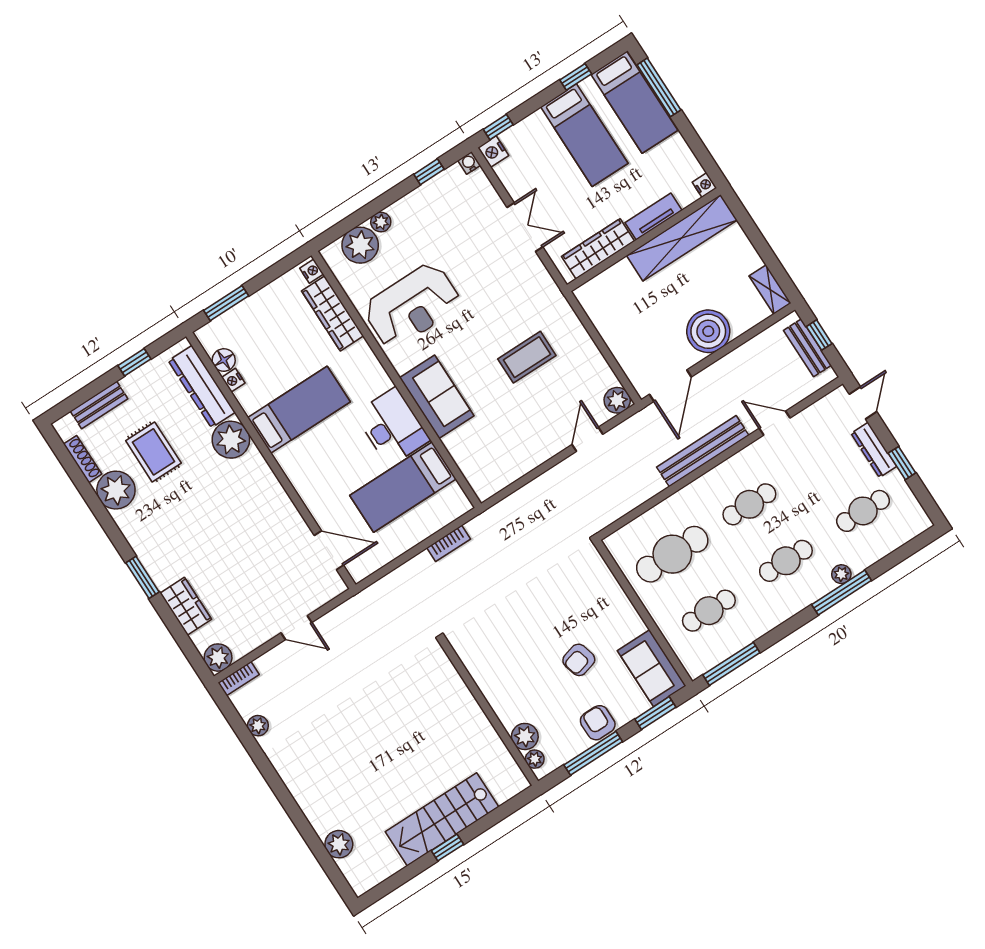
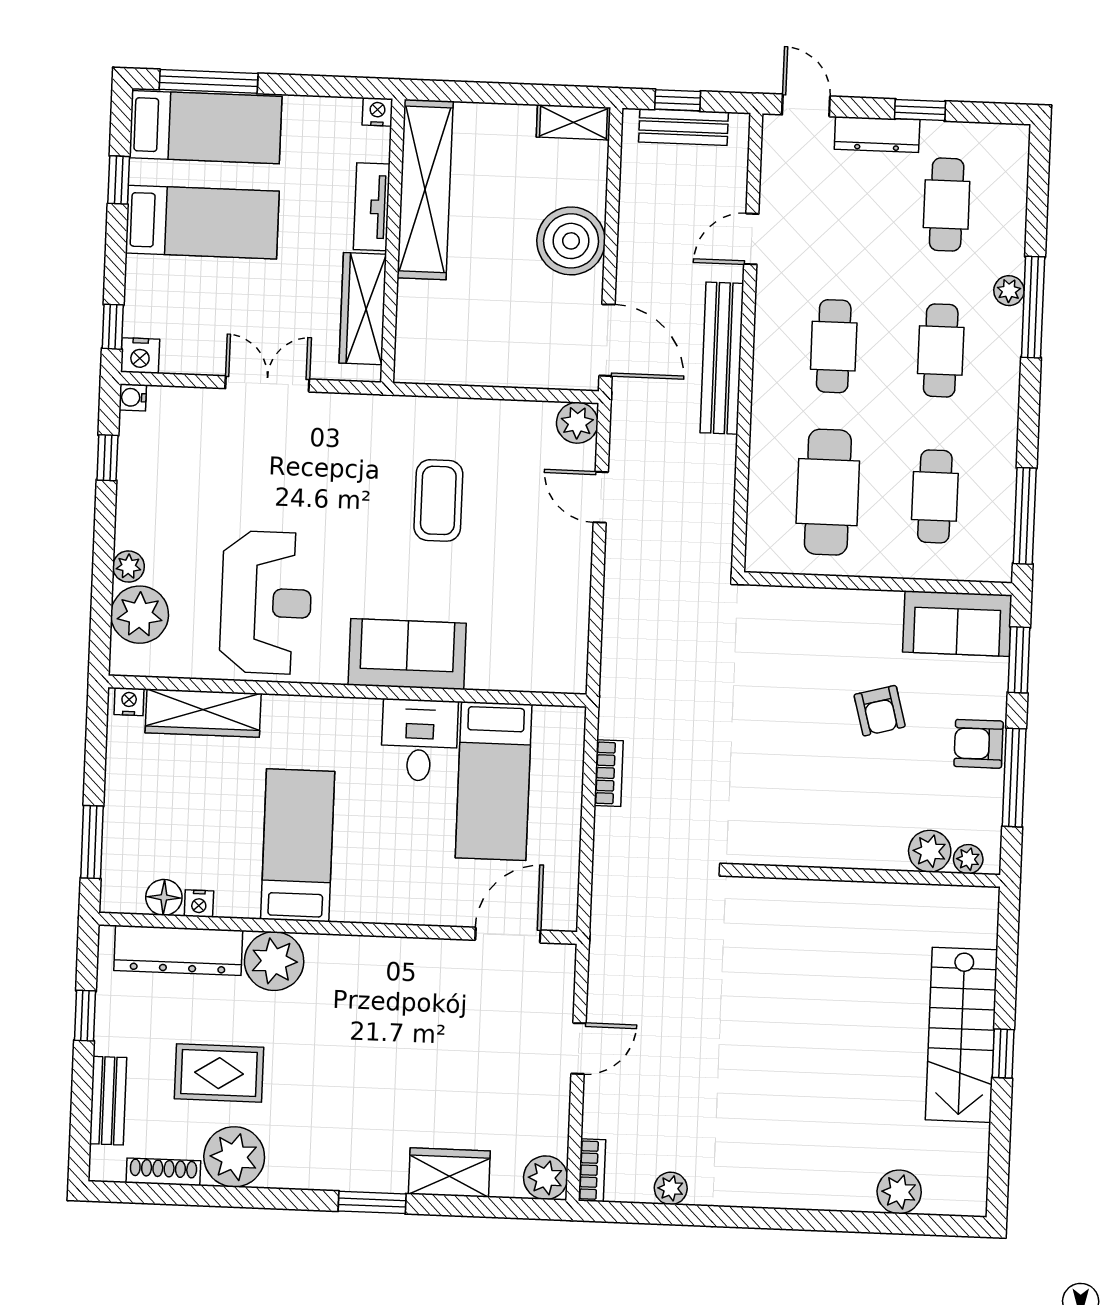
desk: (392, 427) -> (419, 740), width x0.73

